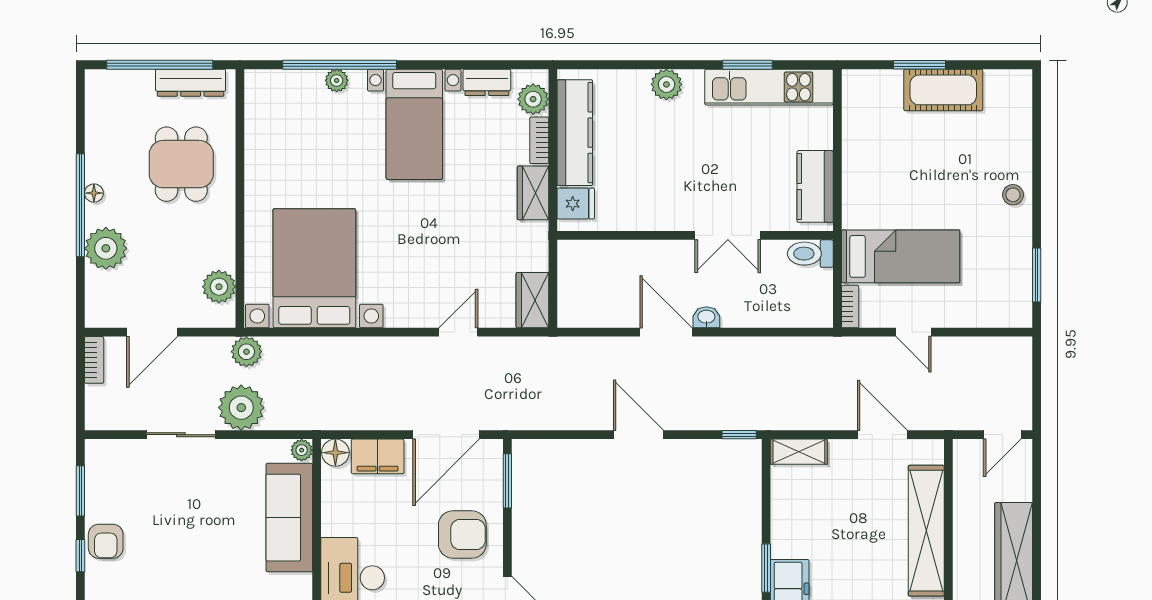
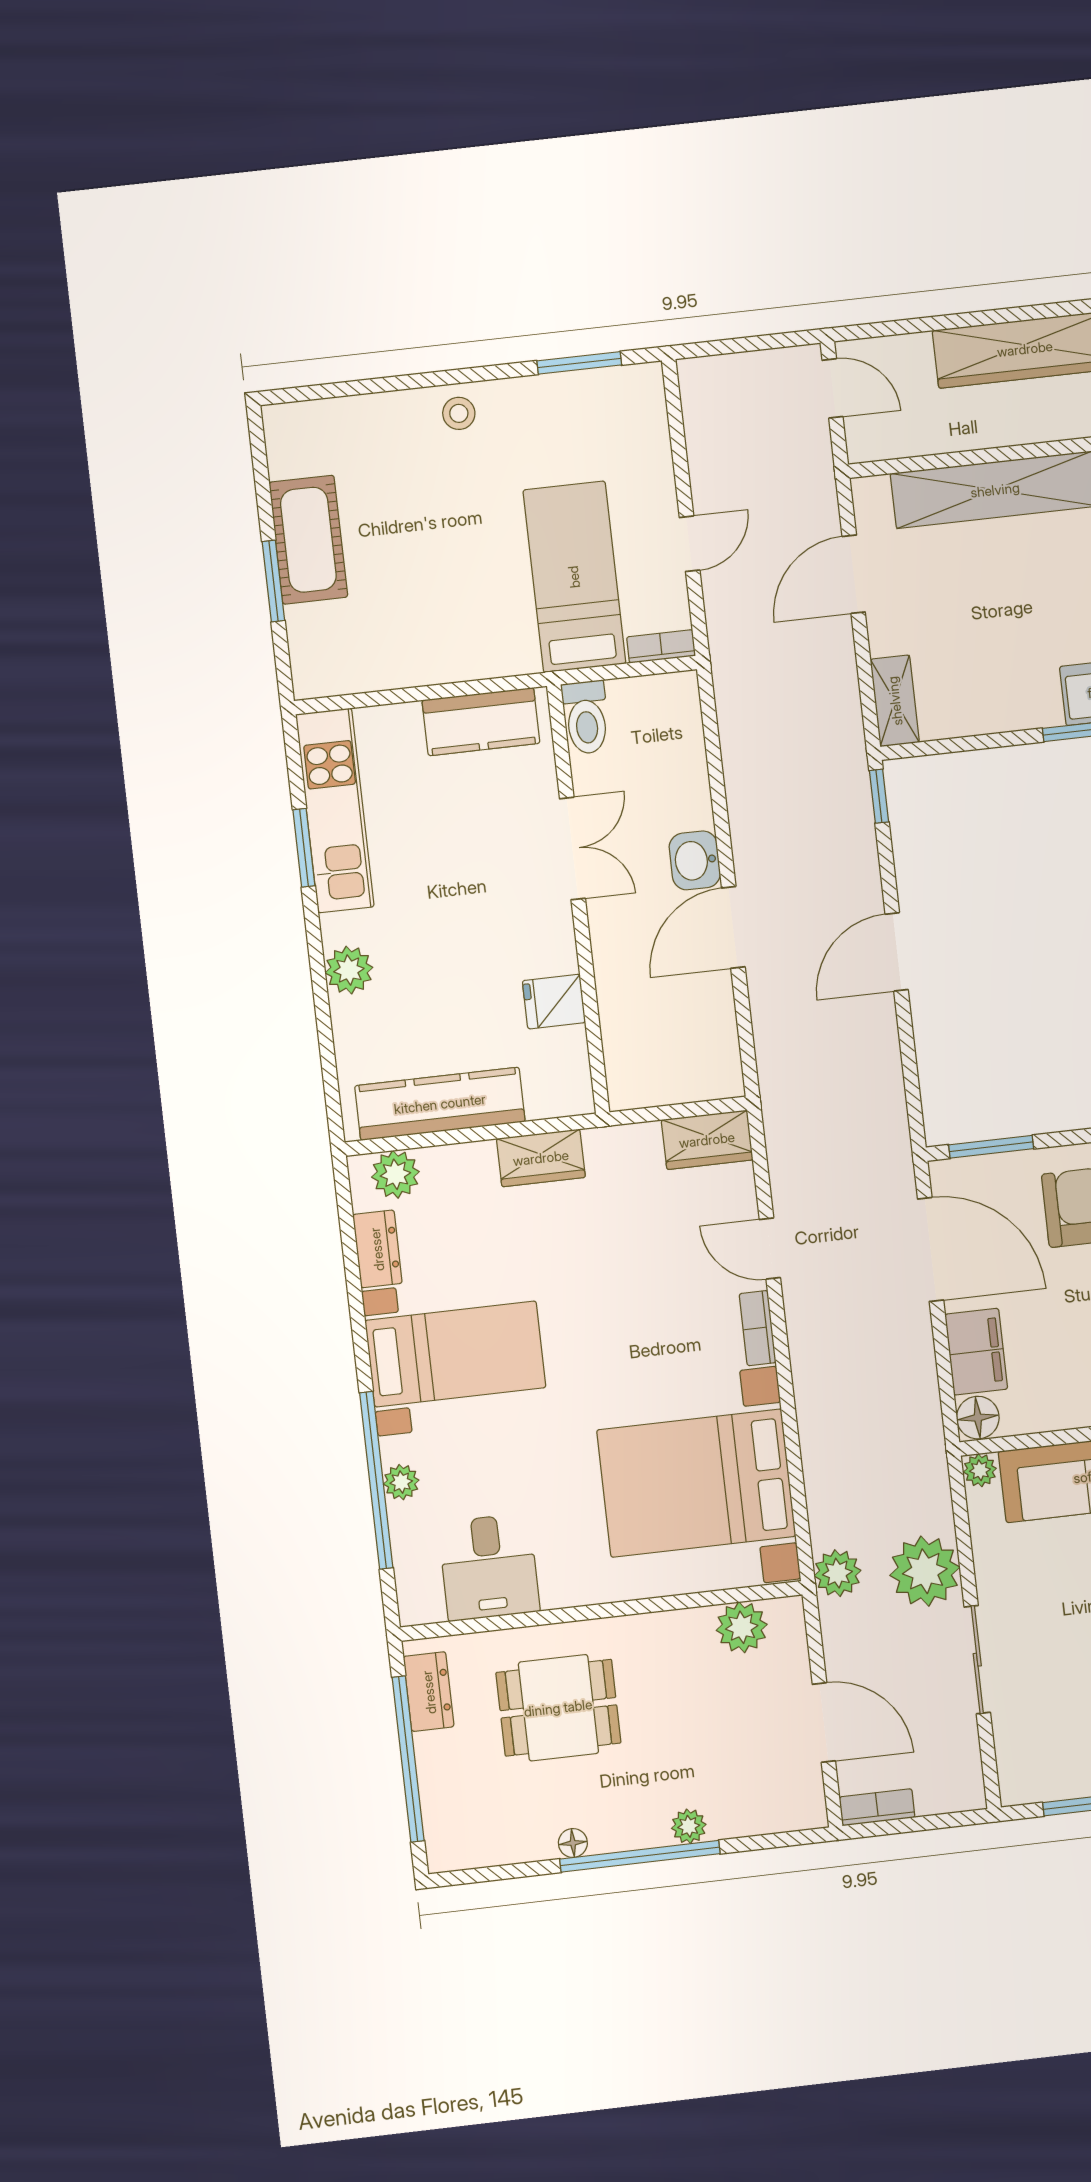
dresser: (191, 83) -> (429, 1692), width x0.70
desk: (276, 130) -> (489, 1567), added
bookcase: (539, 140) -> (758, 1328), moved, turned 90
floor lamp: (94, 193) -> (573, 1843), moved
fridge: (576, 204) -> (554, 1002), moved, turned -90
plant: (106, 248) -> (689, 1826), width x0.53, depth x0.53
washbasin: (706, 317) -> (695, 860), width x1.38, depth x1.45

